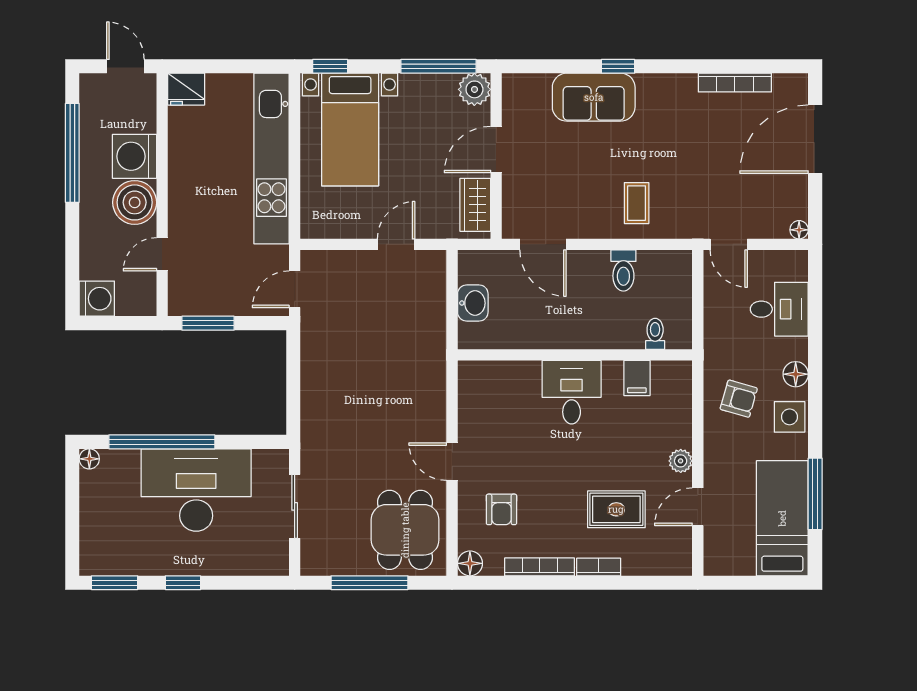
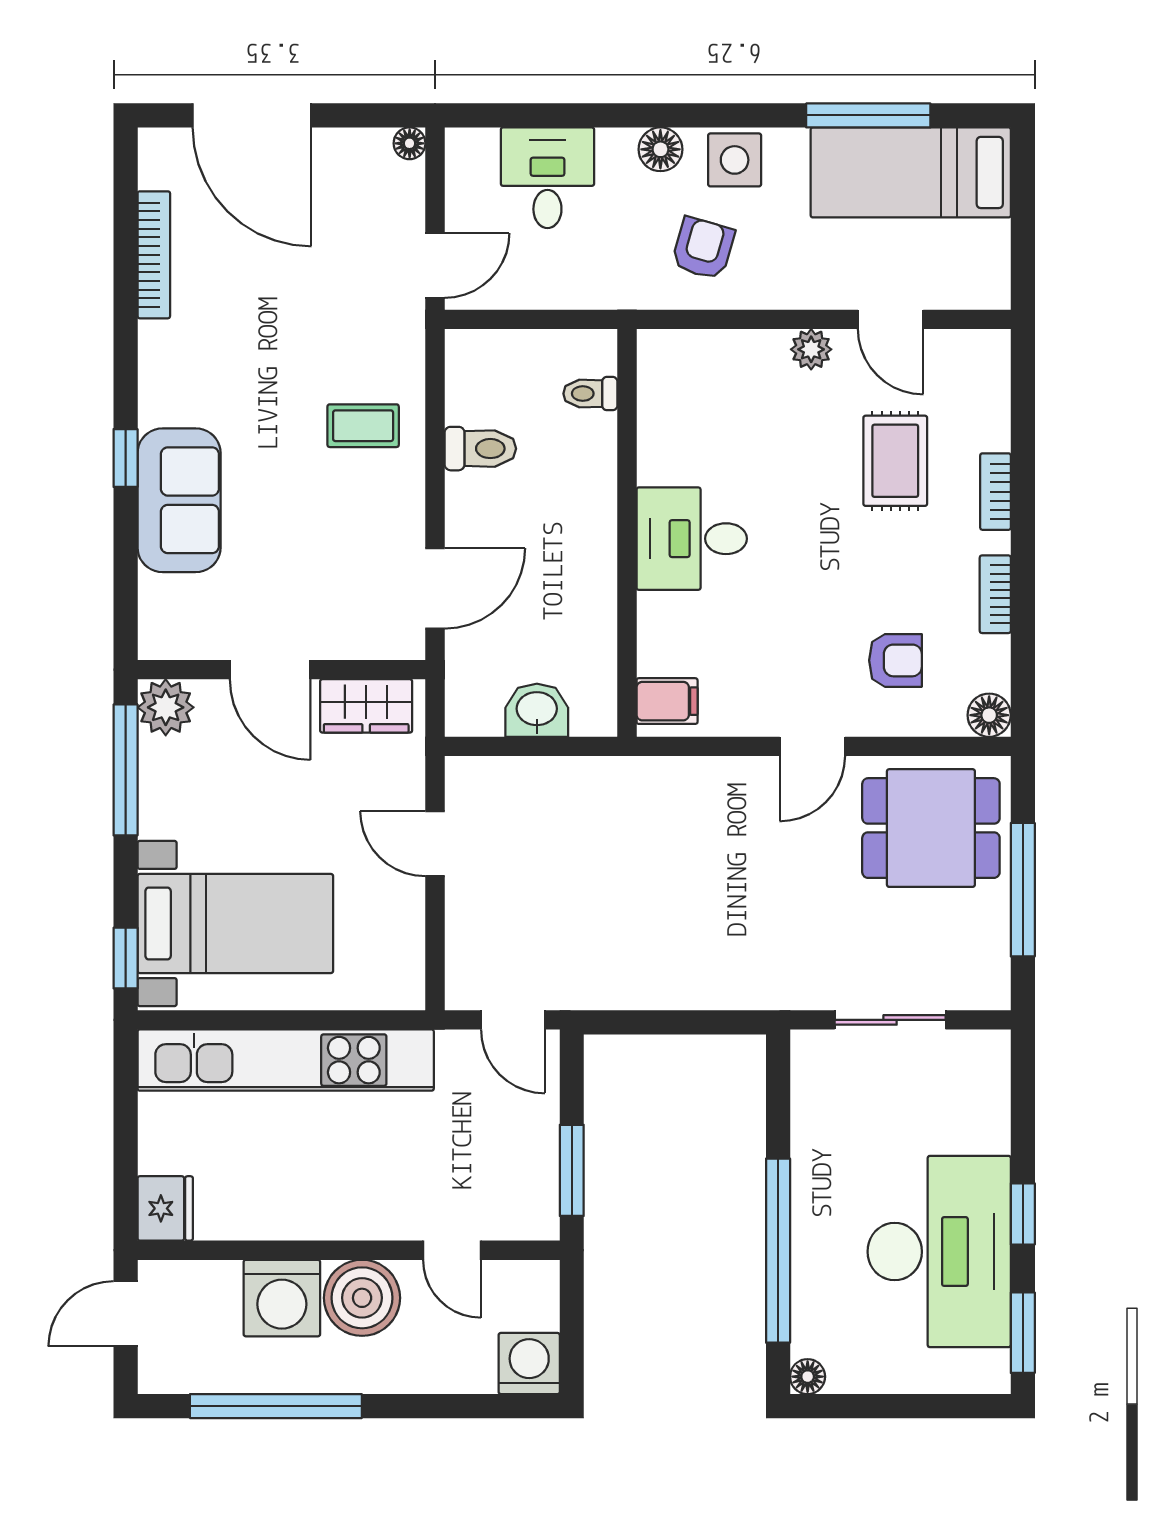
filing cabinet: (637, 378) -> (667, 701), moved
desk: (196, 490) -> (939, 1252), moved, turned 180
bookcase: (540, 567) -> (995, 594), width x0.64

